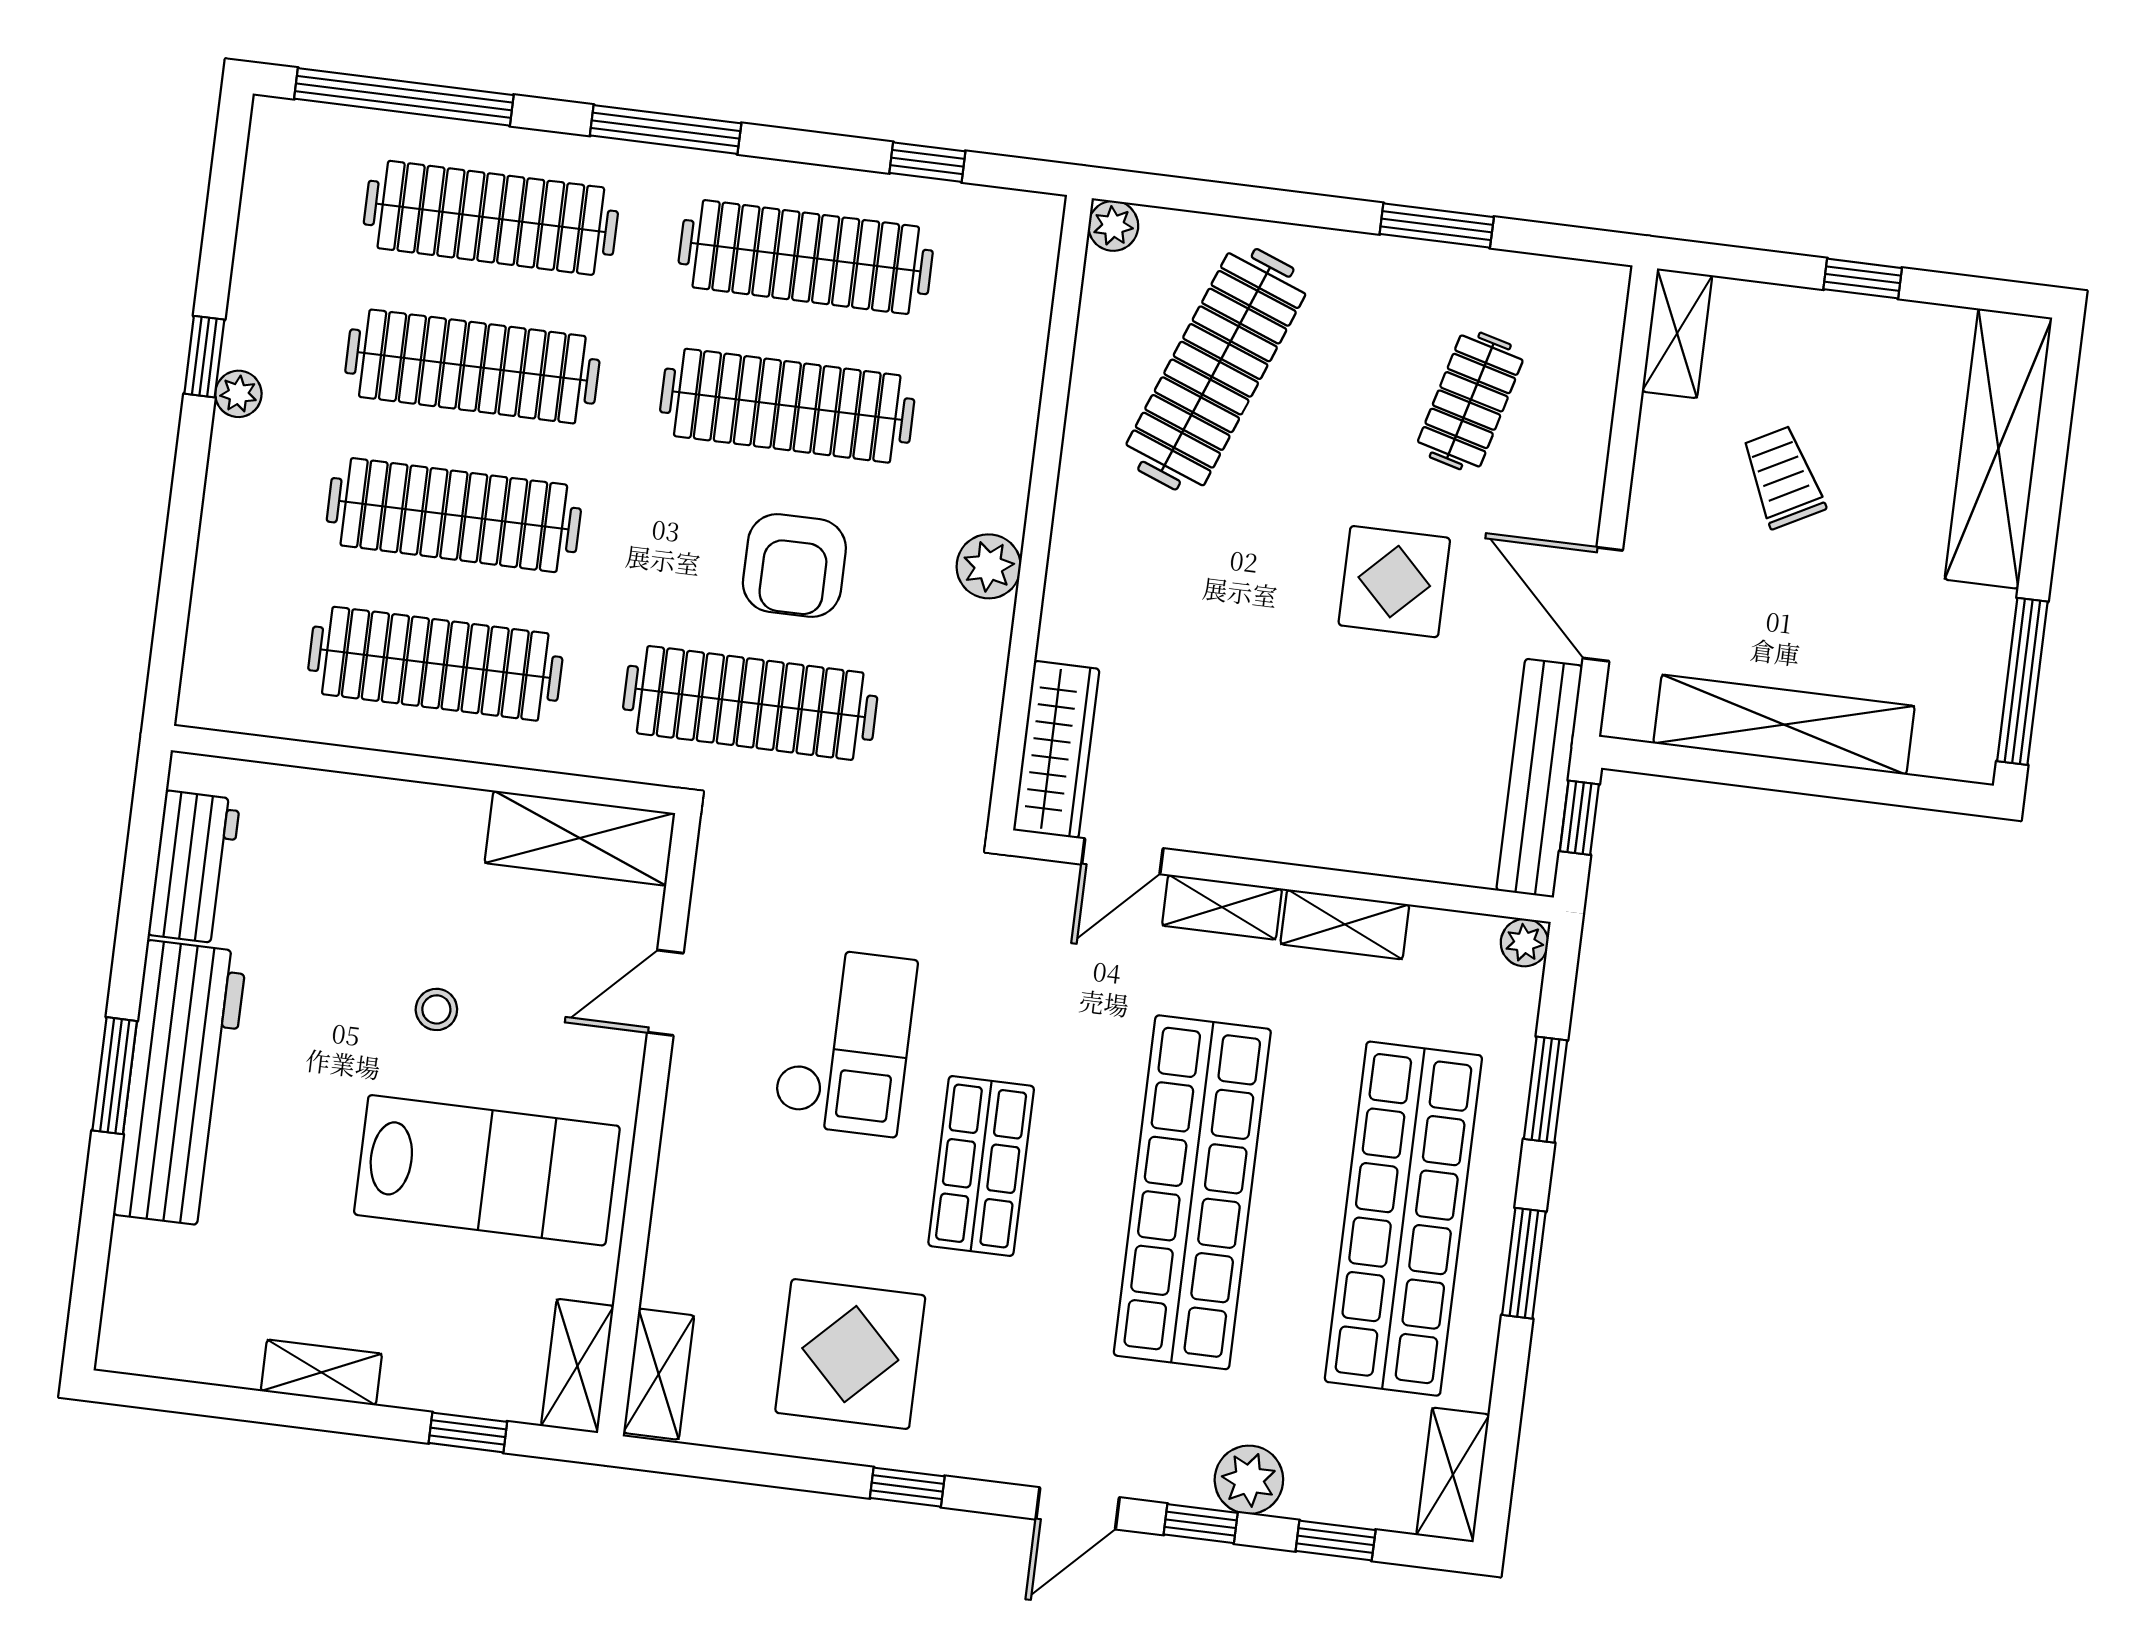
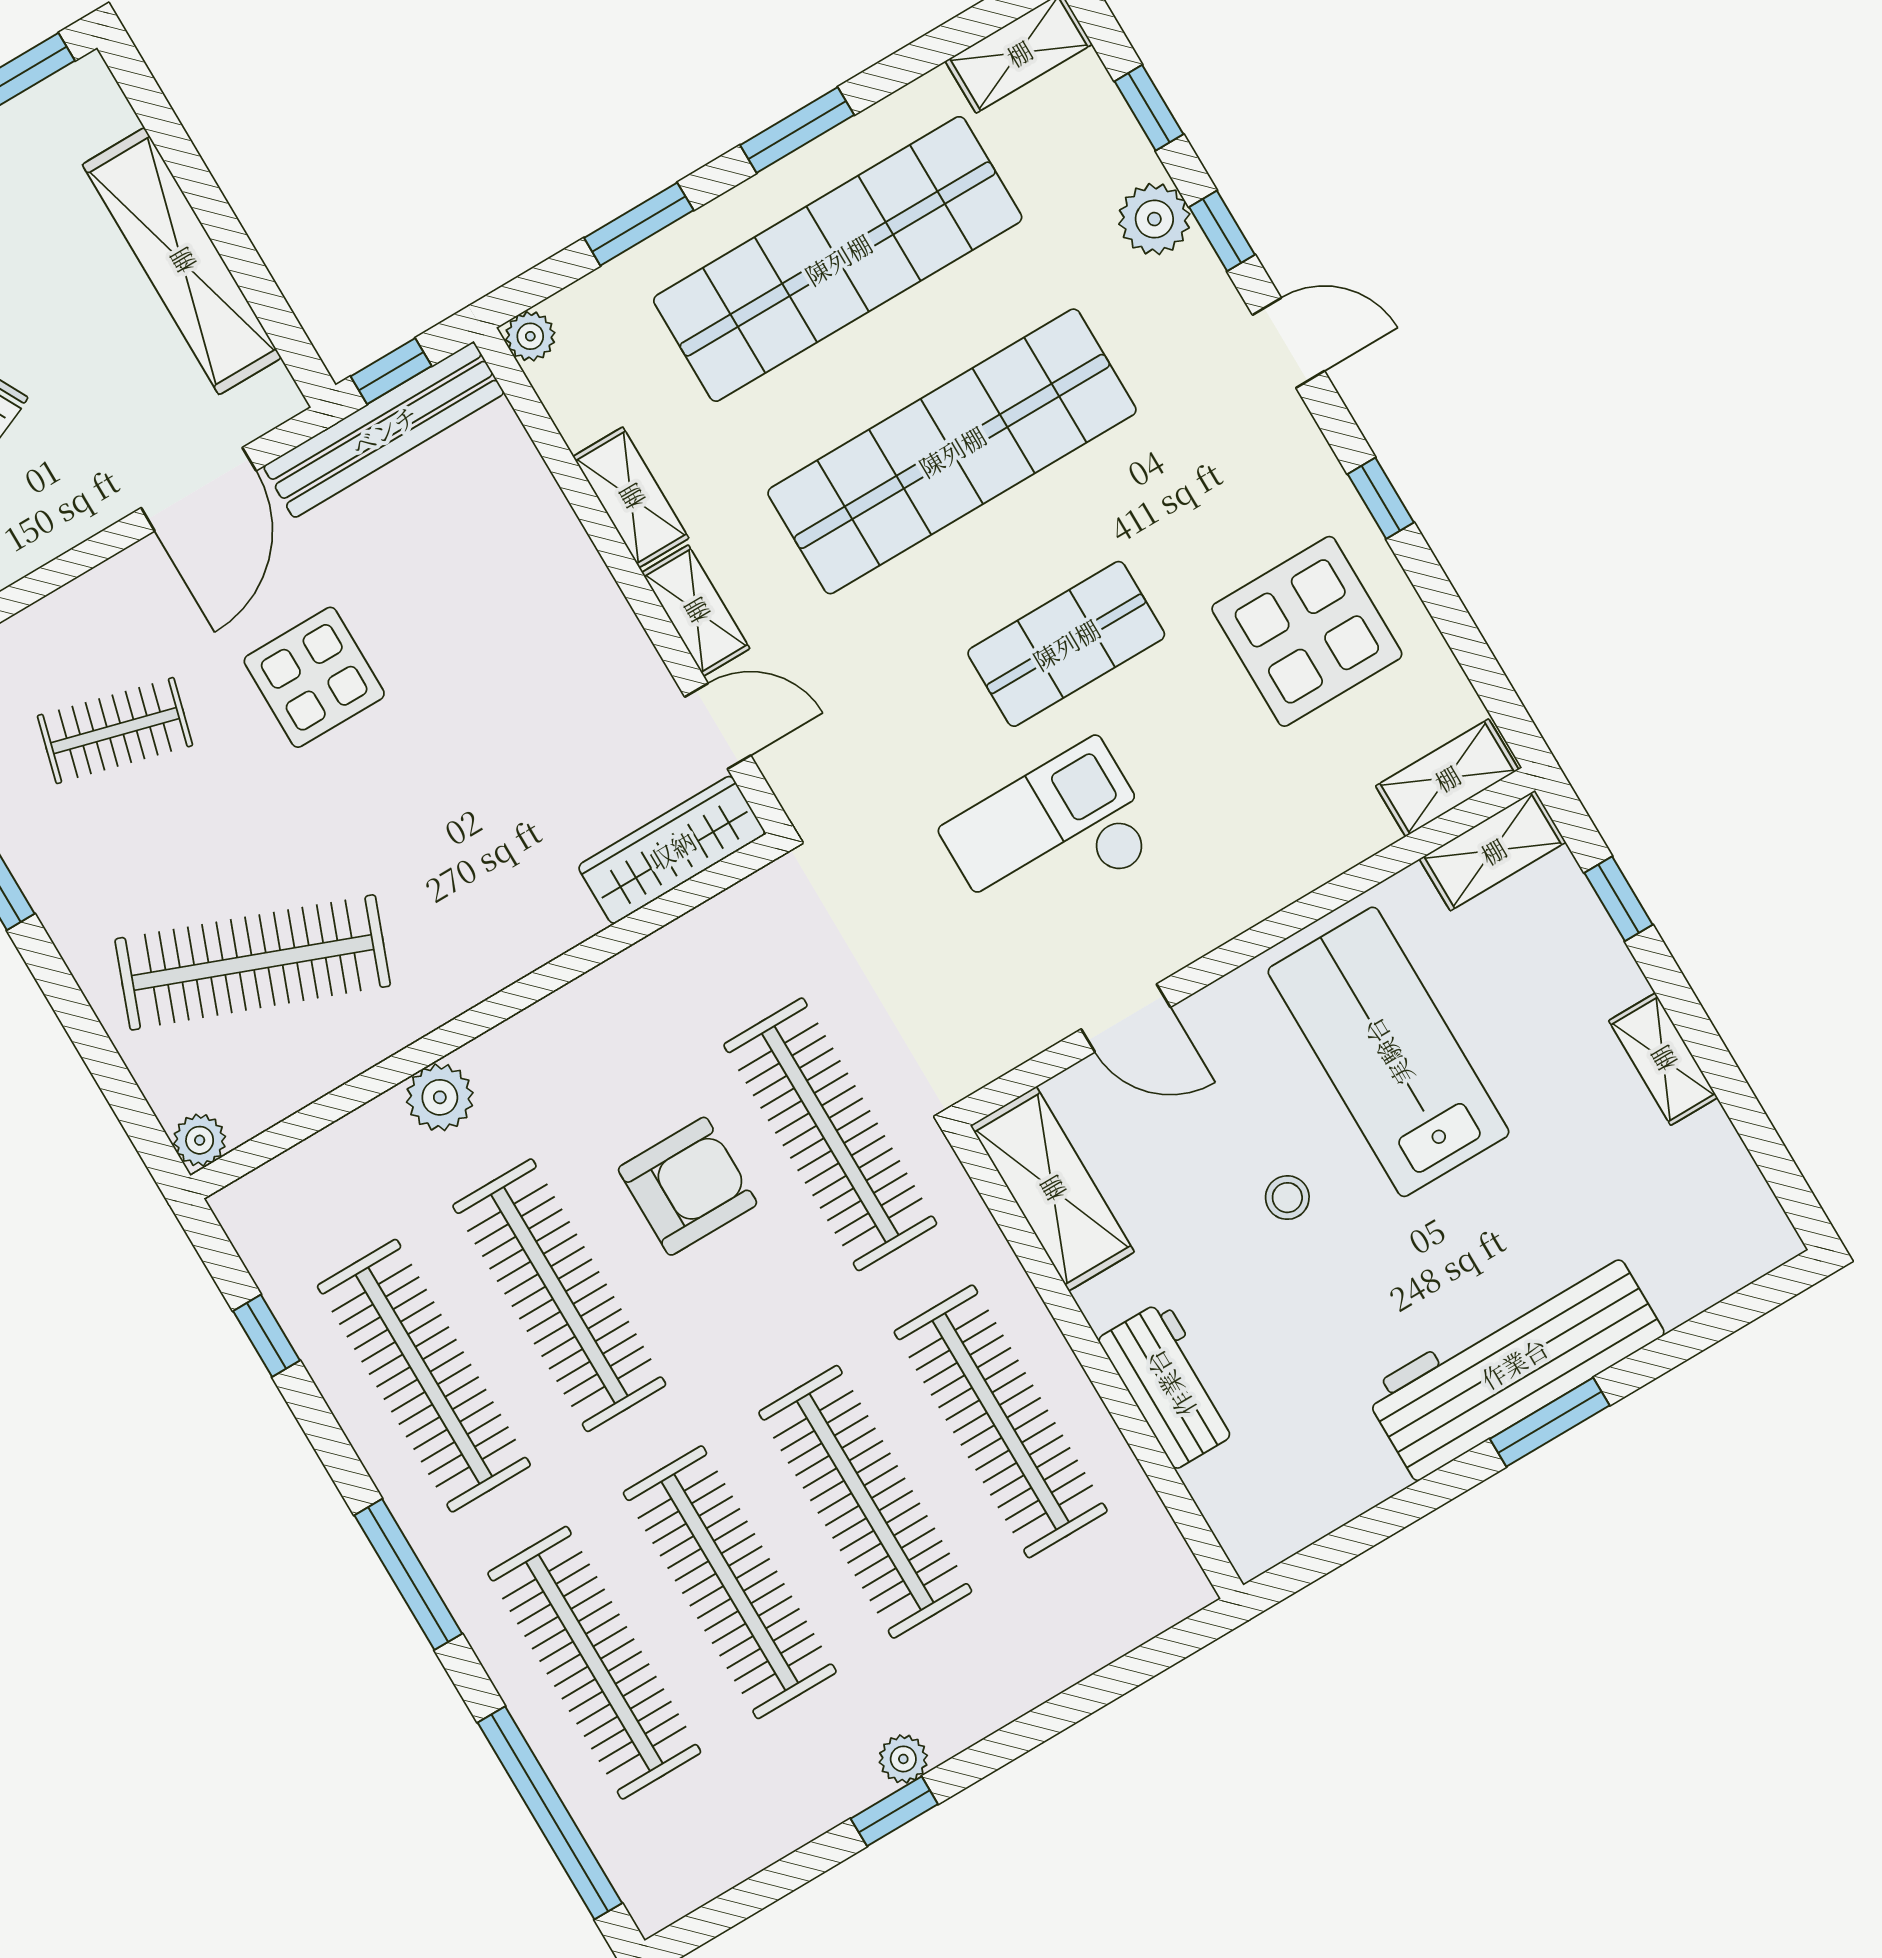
plant: (989, 566) -> (440, 1097), moved
workbench: (194, 867) -> (1170, 1384), moved, turned 90

